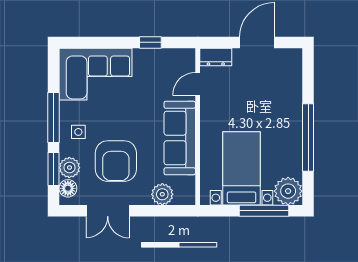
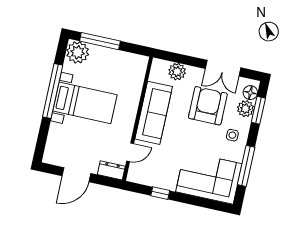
window: (53, 118) -> (246, 166), moved
bed with nightstands: (242, 168) -> (85, 103), moved, turned -90
double door: (108, 211) -> (223, 68), swing flipped

